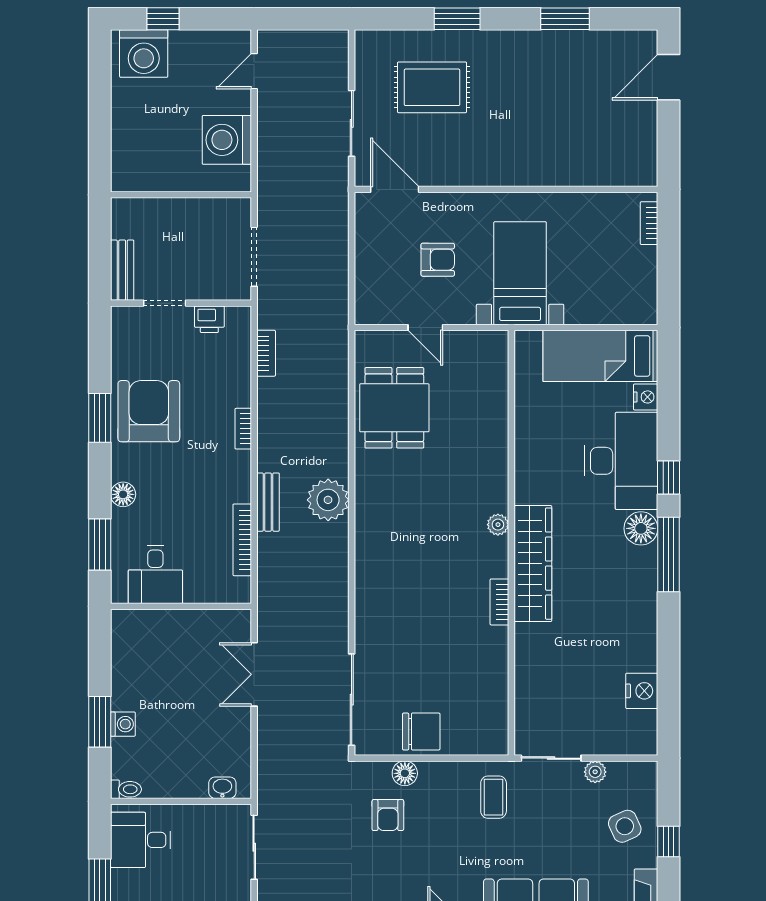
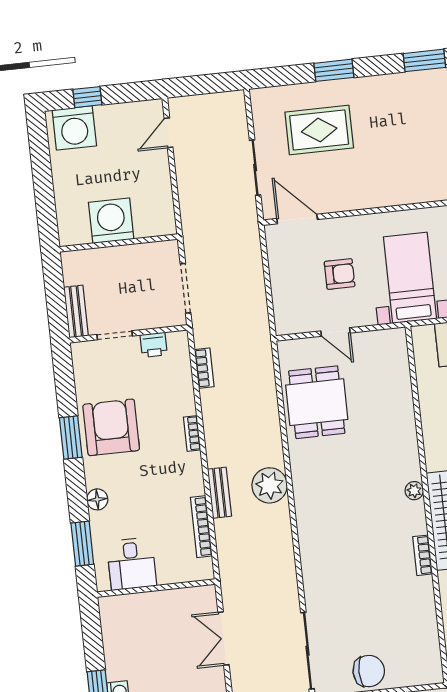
washing machine: (227, 140) -> (111, 221), moved, turned 90

